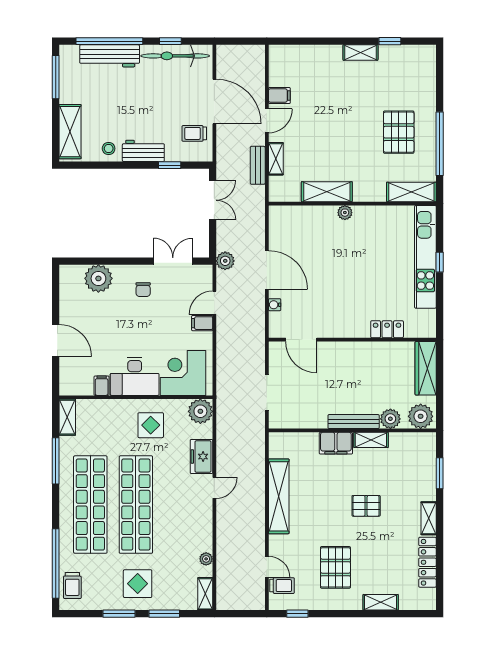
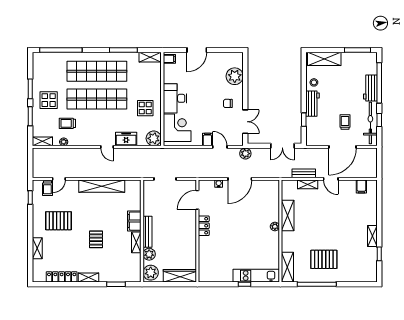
workbench: (110, 56) -> (370, 88), width x0.73
filing cabinet: (279, 96) -> (361, 187), moved
trolley: (194, 133) -> (345, 122), moved
kitchen unit: (425, 257) -> (256, 276), width x0.73
locker: (387, 329) -> (204, 226), moved
filing cabinet: (102, 386) -> (169, 59), moved
trolley: (72, 585) -> (67, 123), moved

